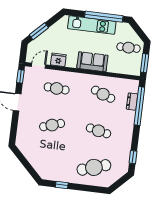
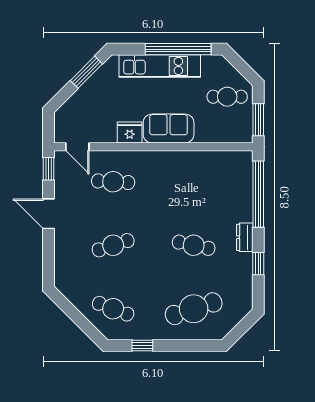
window: (39, 31) -> (86, 72), moved
fridge: (58, 60) -> (130, 133), moved
door: (39, 66) -> (77, 147), swing flipped
cafe table: (103, 94) -> (113, 309), moved
dresser: (132, 102) -> (245, 237), moved
window: (133, 157) -> (258, 264), moved

